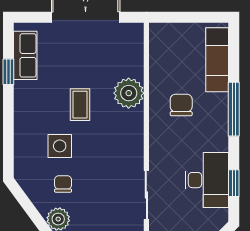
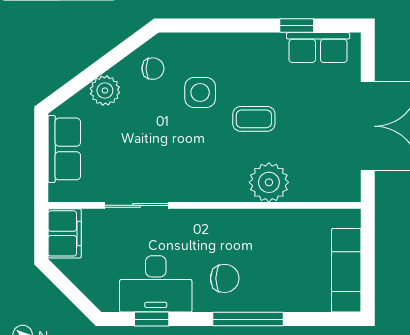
exam couch: (217, 60) -> (346, 270), moved, turned -90
chair: (181, 105) -> (225, 278), moved
chair: (63, 184) -> (153, 69), moved

